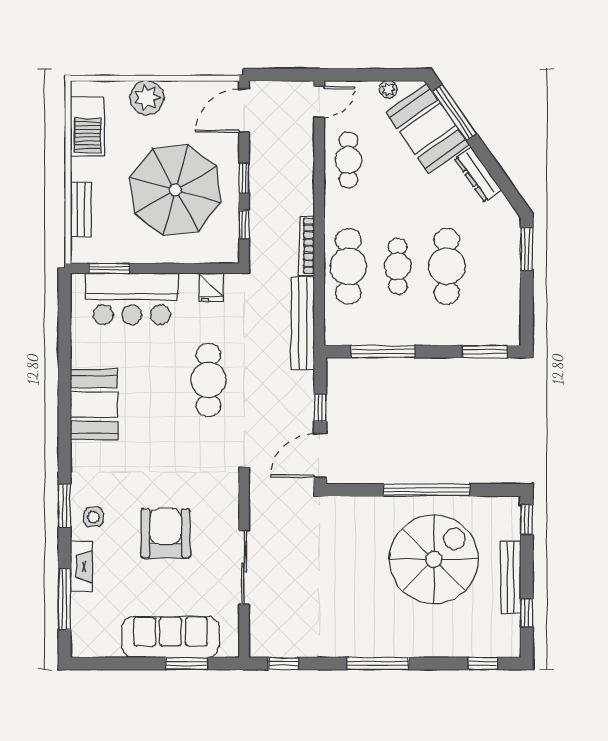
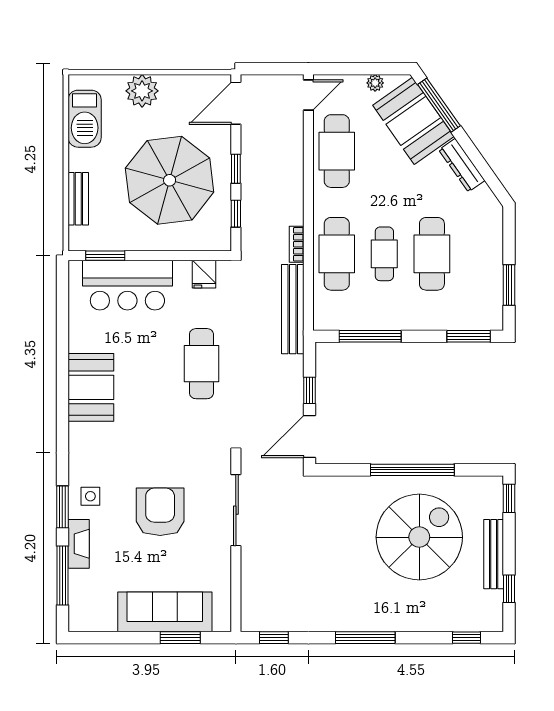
cafe table: (348, 160) -> (337, 151), width x1.37, depth x1.35
bookcase: (307, 246) -> (297, 244), width x0.64
window: (527, 249) -> (509, 285), moved
window: (65, 506) -> (62, 507), moved
sliding door: (244, 567) -> (236, 510), moved

